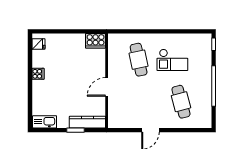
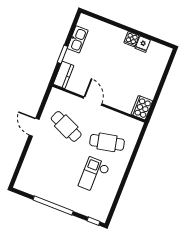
fridge: (38, 44) -> (143, 44), moved
cafe table: (181, 102) -> (66, 126), moved, turned 39
kitchen sink: (45, 122) -> (78, 39), moved
kitchen counter: (87, 122) -> (64, 75), width x0.67

